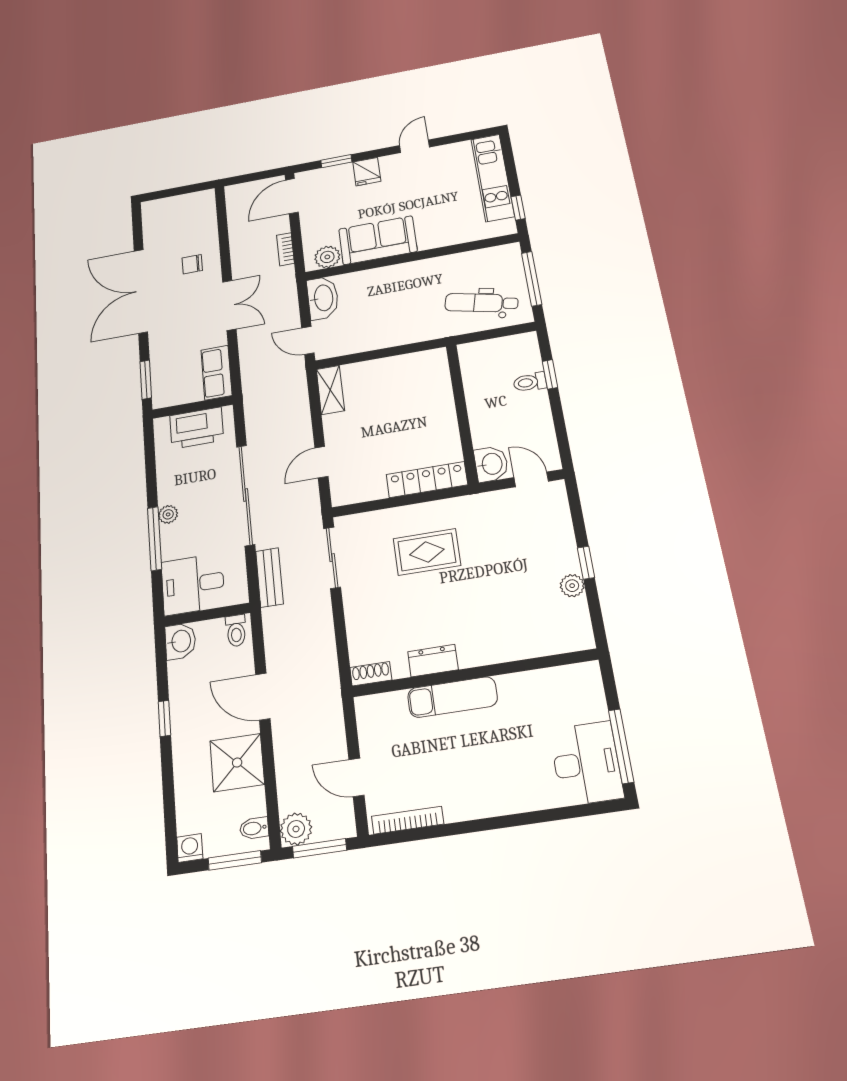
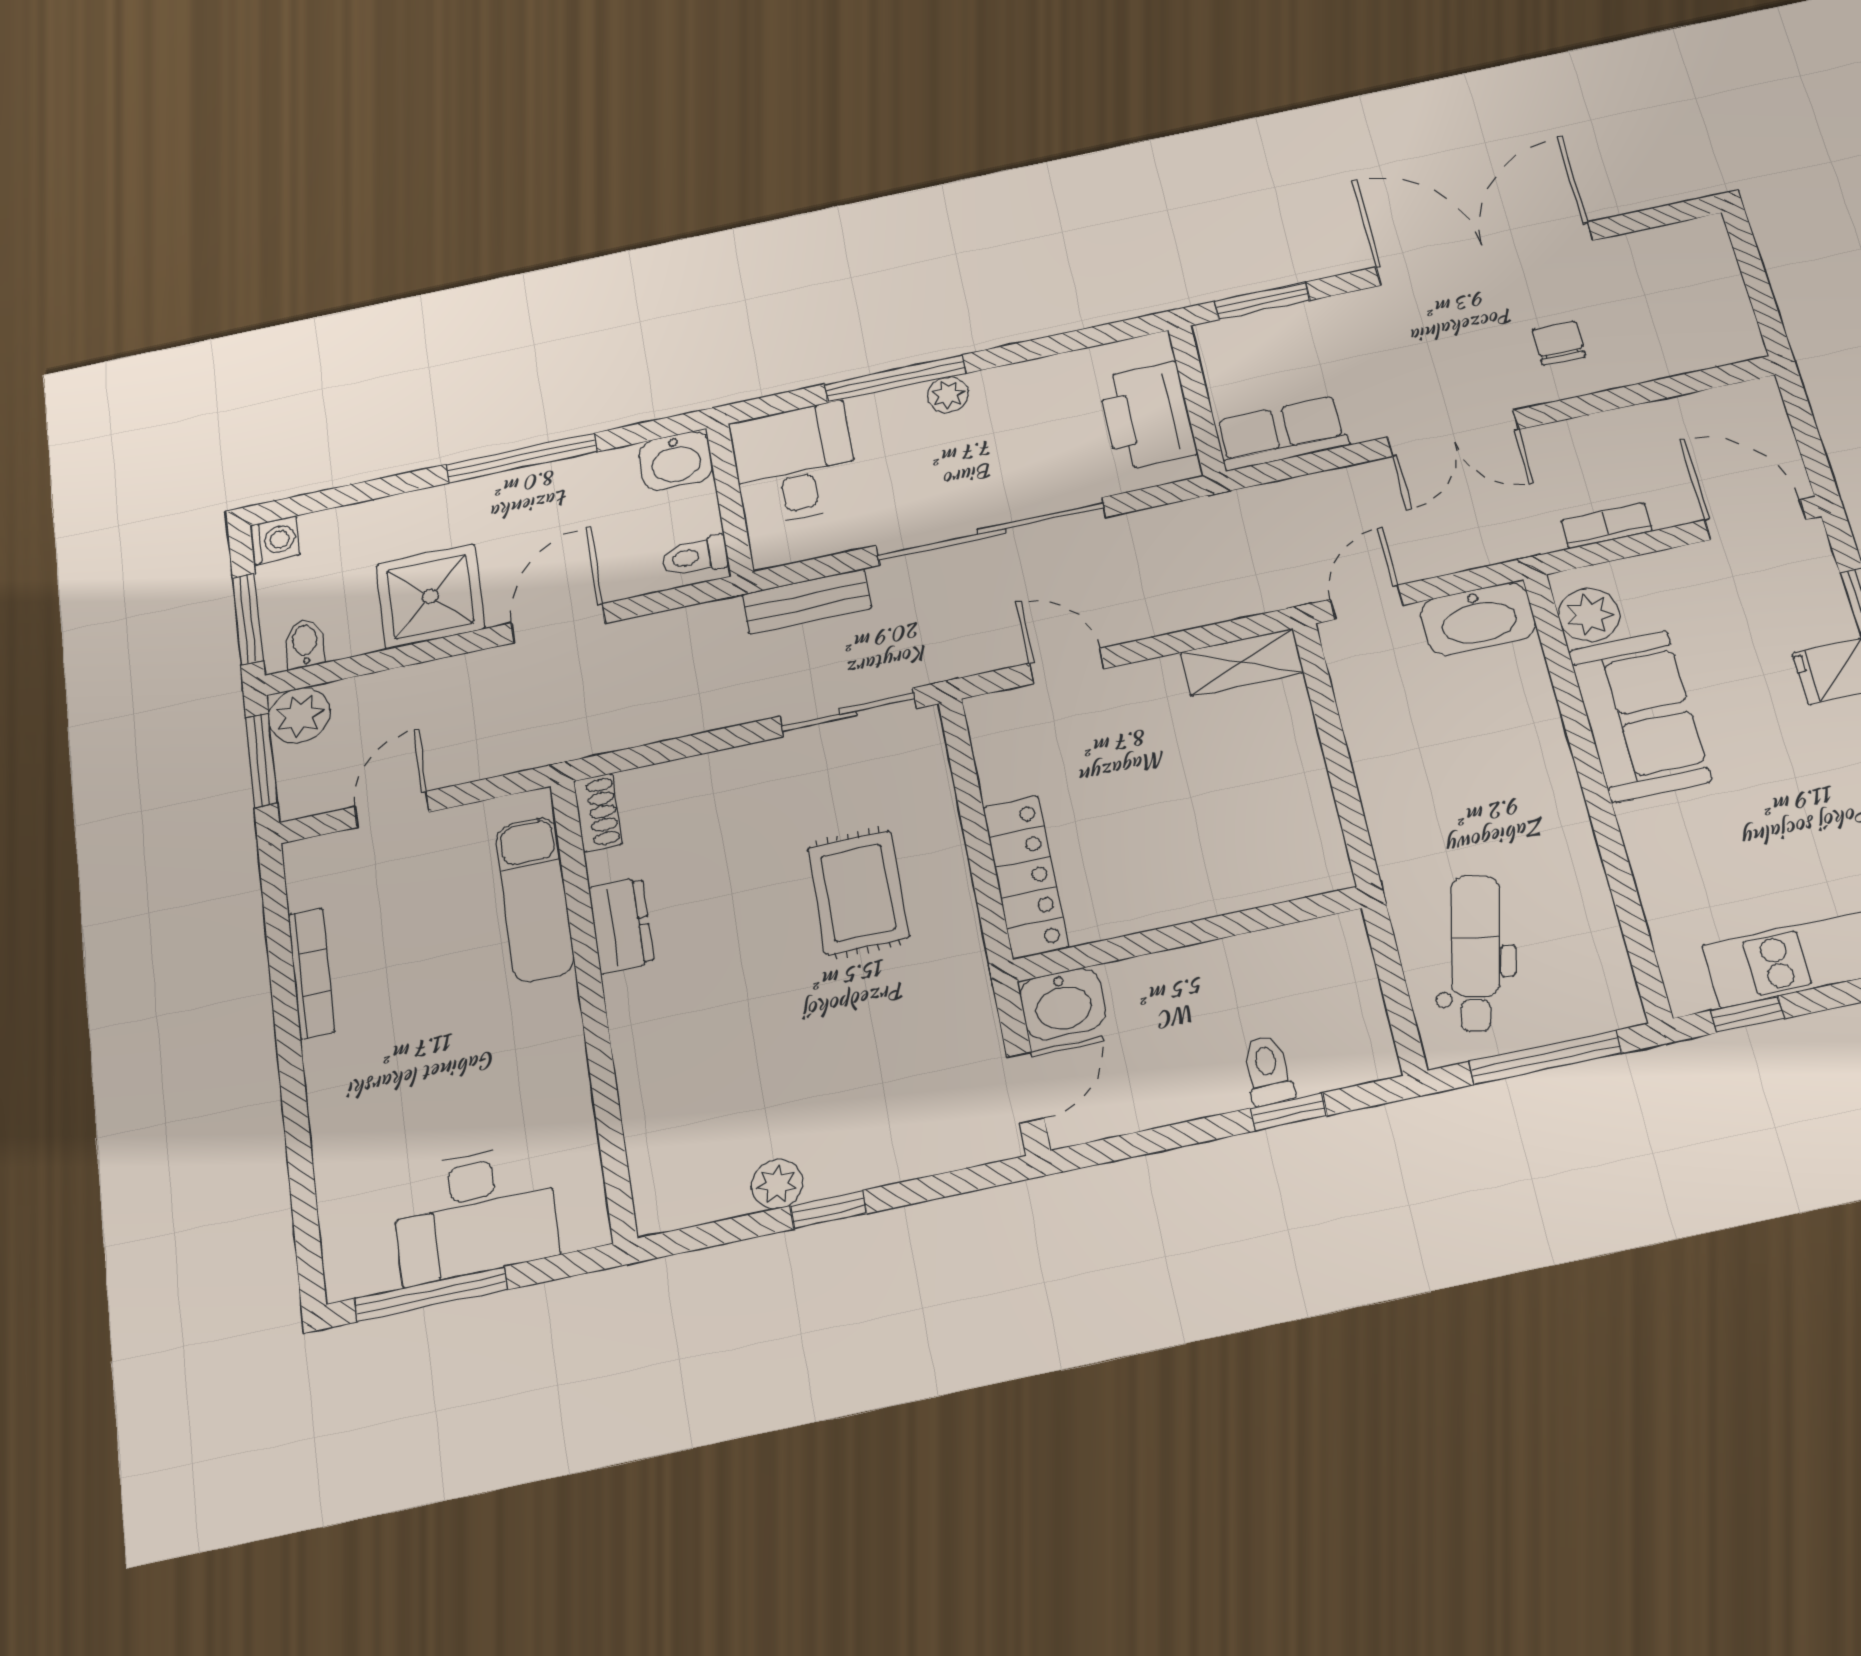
exam couch: (452, 697) -> (535, 899), moved
window: (164, 718) -> (522, 458), width x2.17
desk: (586, 763) -> (475, 1213), moved
bookcase: (408, 820) -> (311, 973), moved

